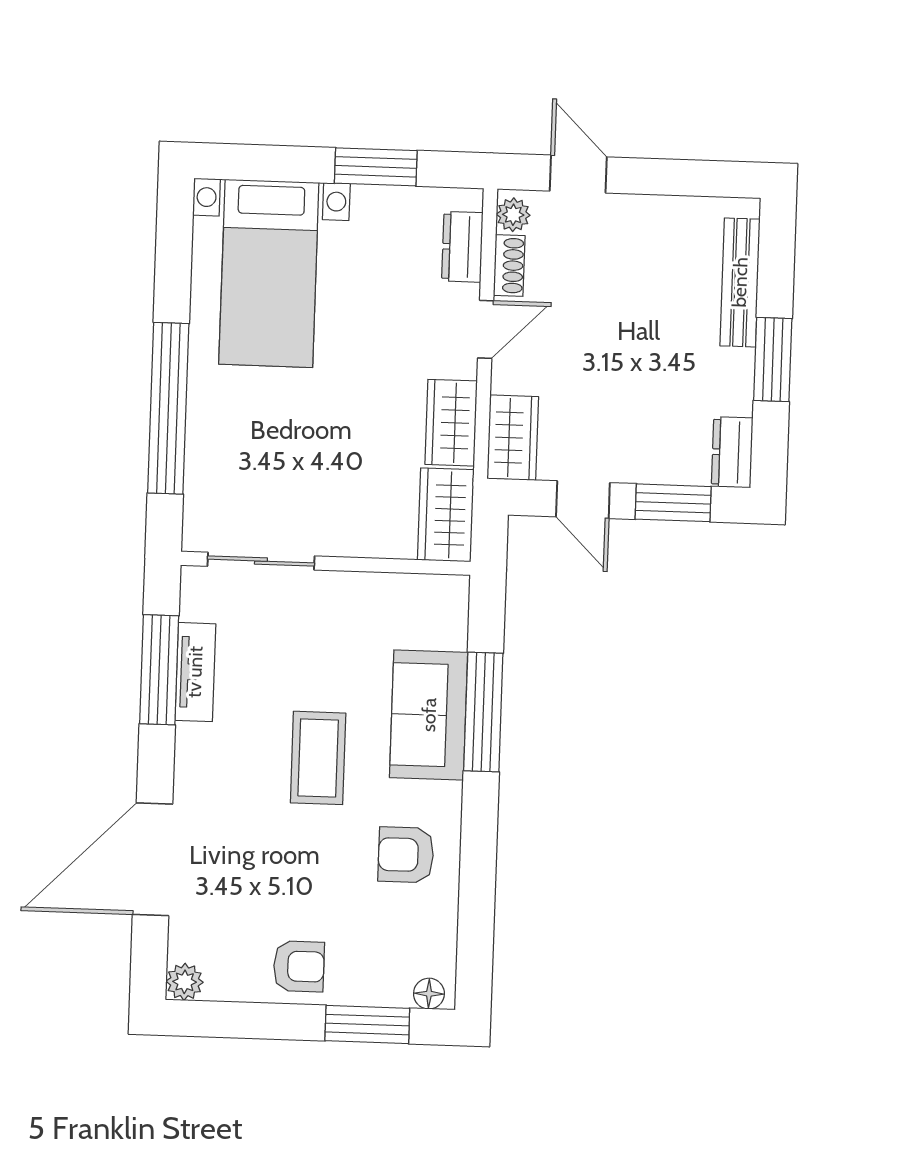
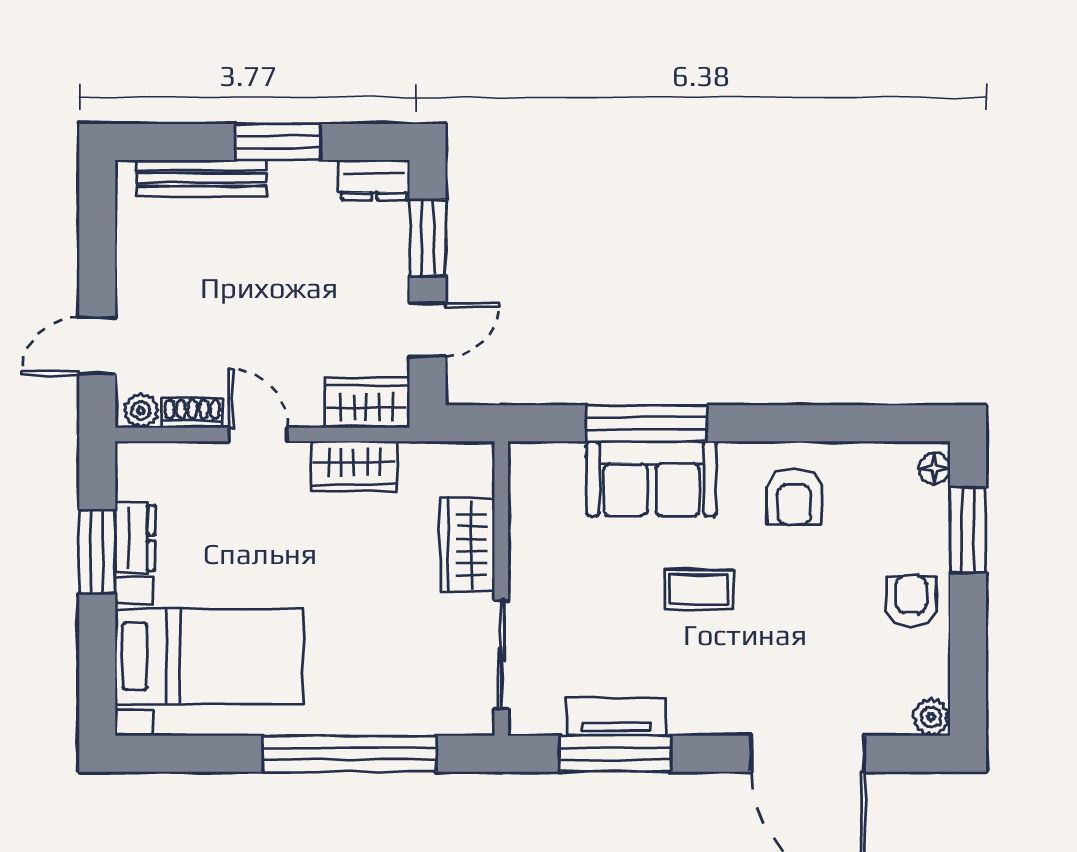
dresser: (462, 247) -> (135, 538), moved, turned -90
wardrobe: (446, 515) -> (467, 545), moved, turned 90
coffee table: (318, 758) -> (699, 589), width x0.73, depth x0.77

